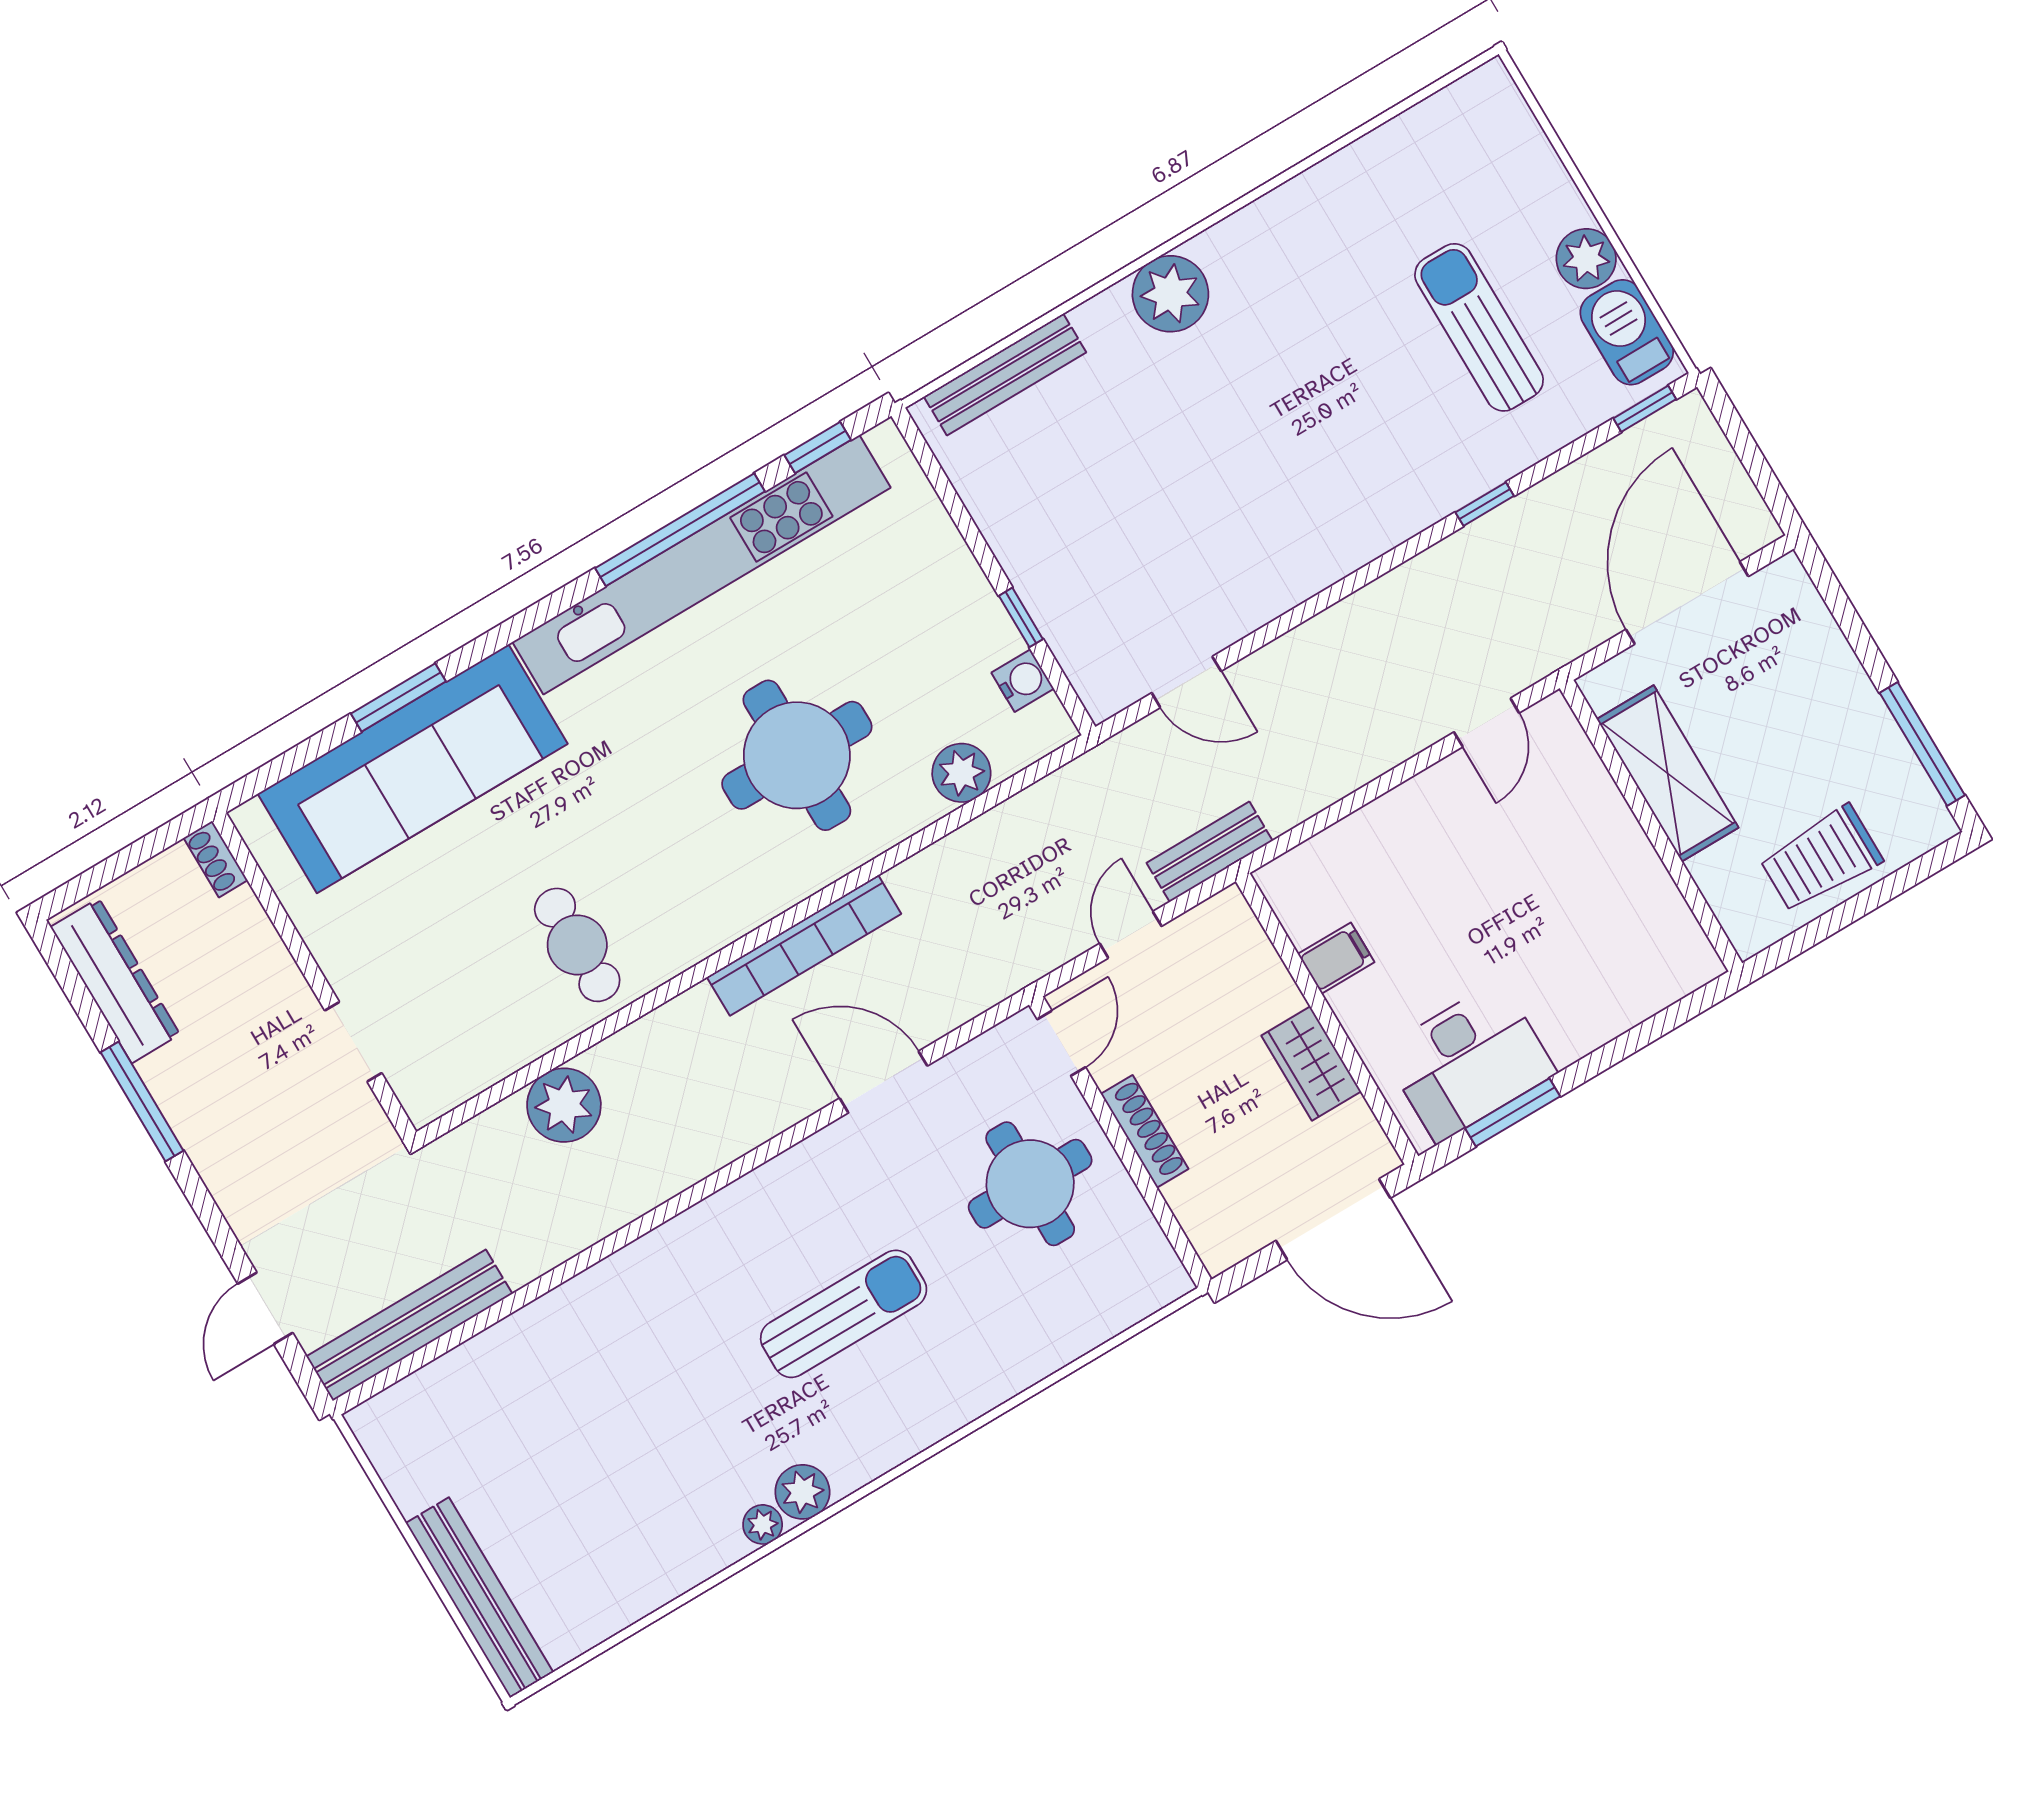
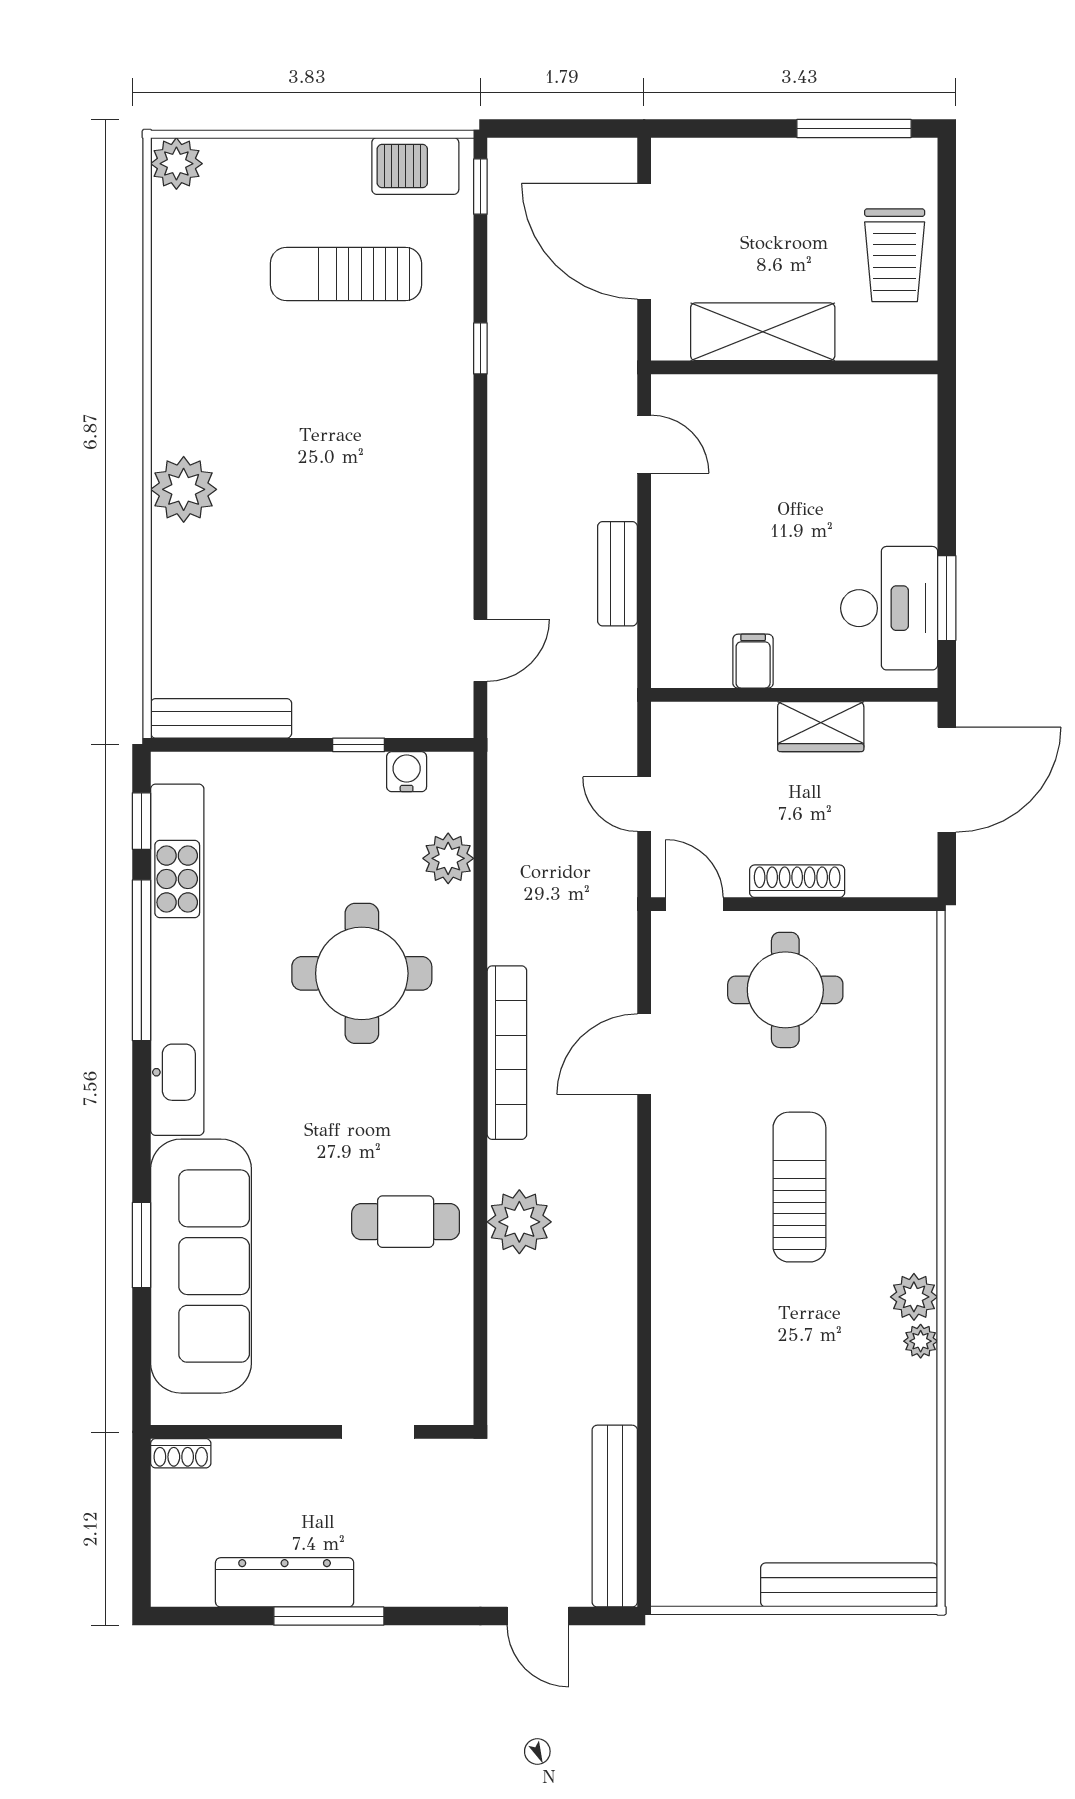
plant: (1586, 259) -> (176, 164), moved
bench: (1005, 375) -> (221, 718), moved, turned 90
bench: (1210, 852) -> (617, 574), moved
dresser: (115, 981) -> (285, 1582), moved
plant: (564, 1105) -> (519, 1222), moved

